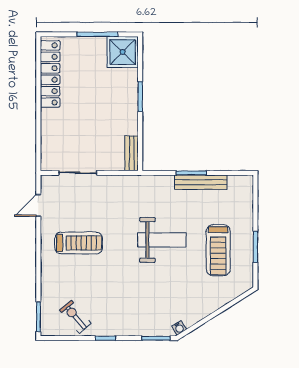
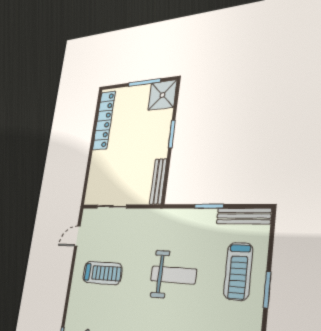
bench: (132, 153) -> (158, 181), width x1.36
bench: (201, 182) -> (244, 216), moved
treadmill: (218, 250) -> (238, 271), moved

